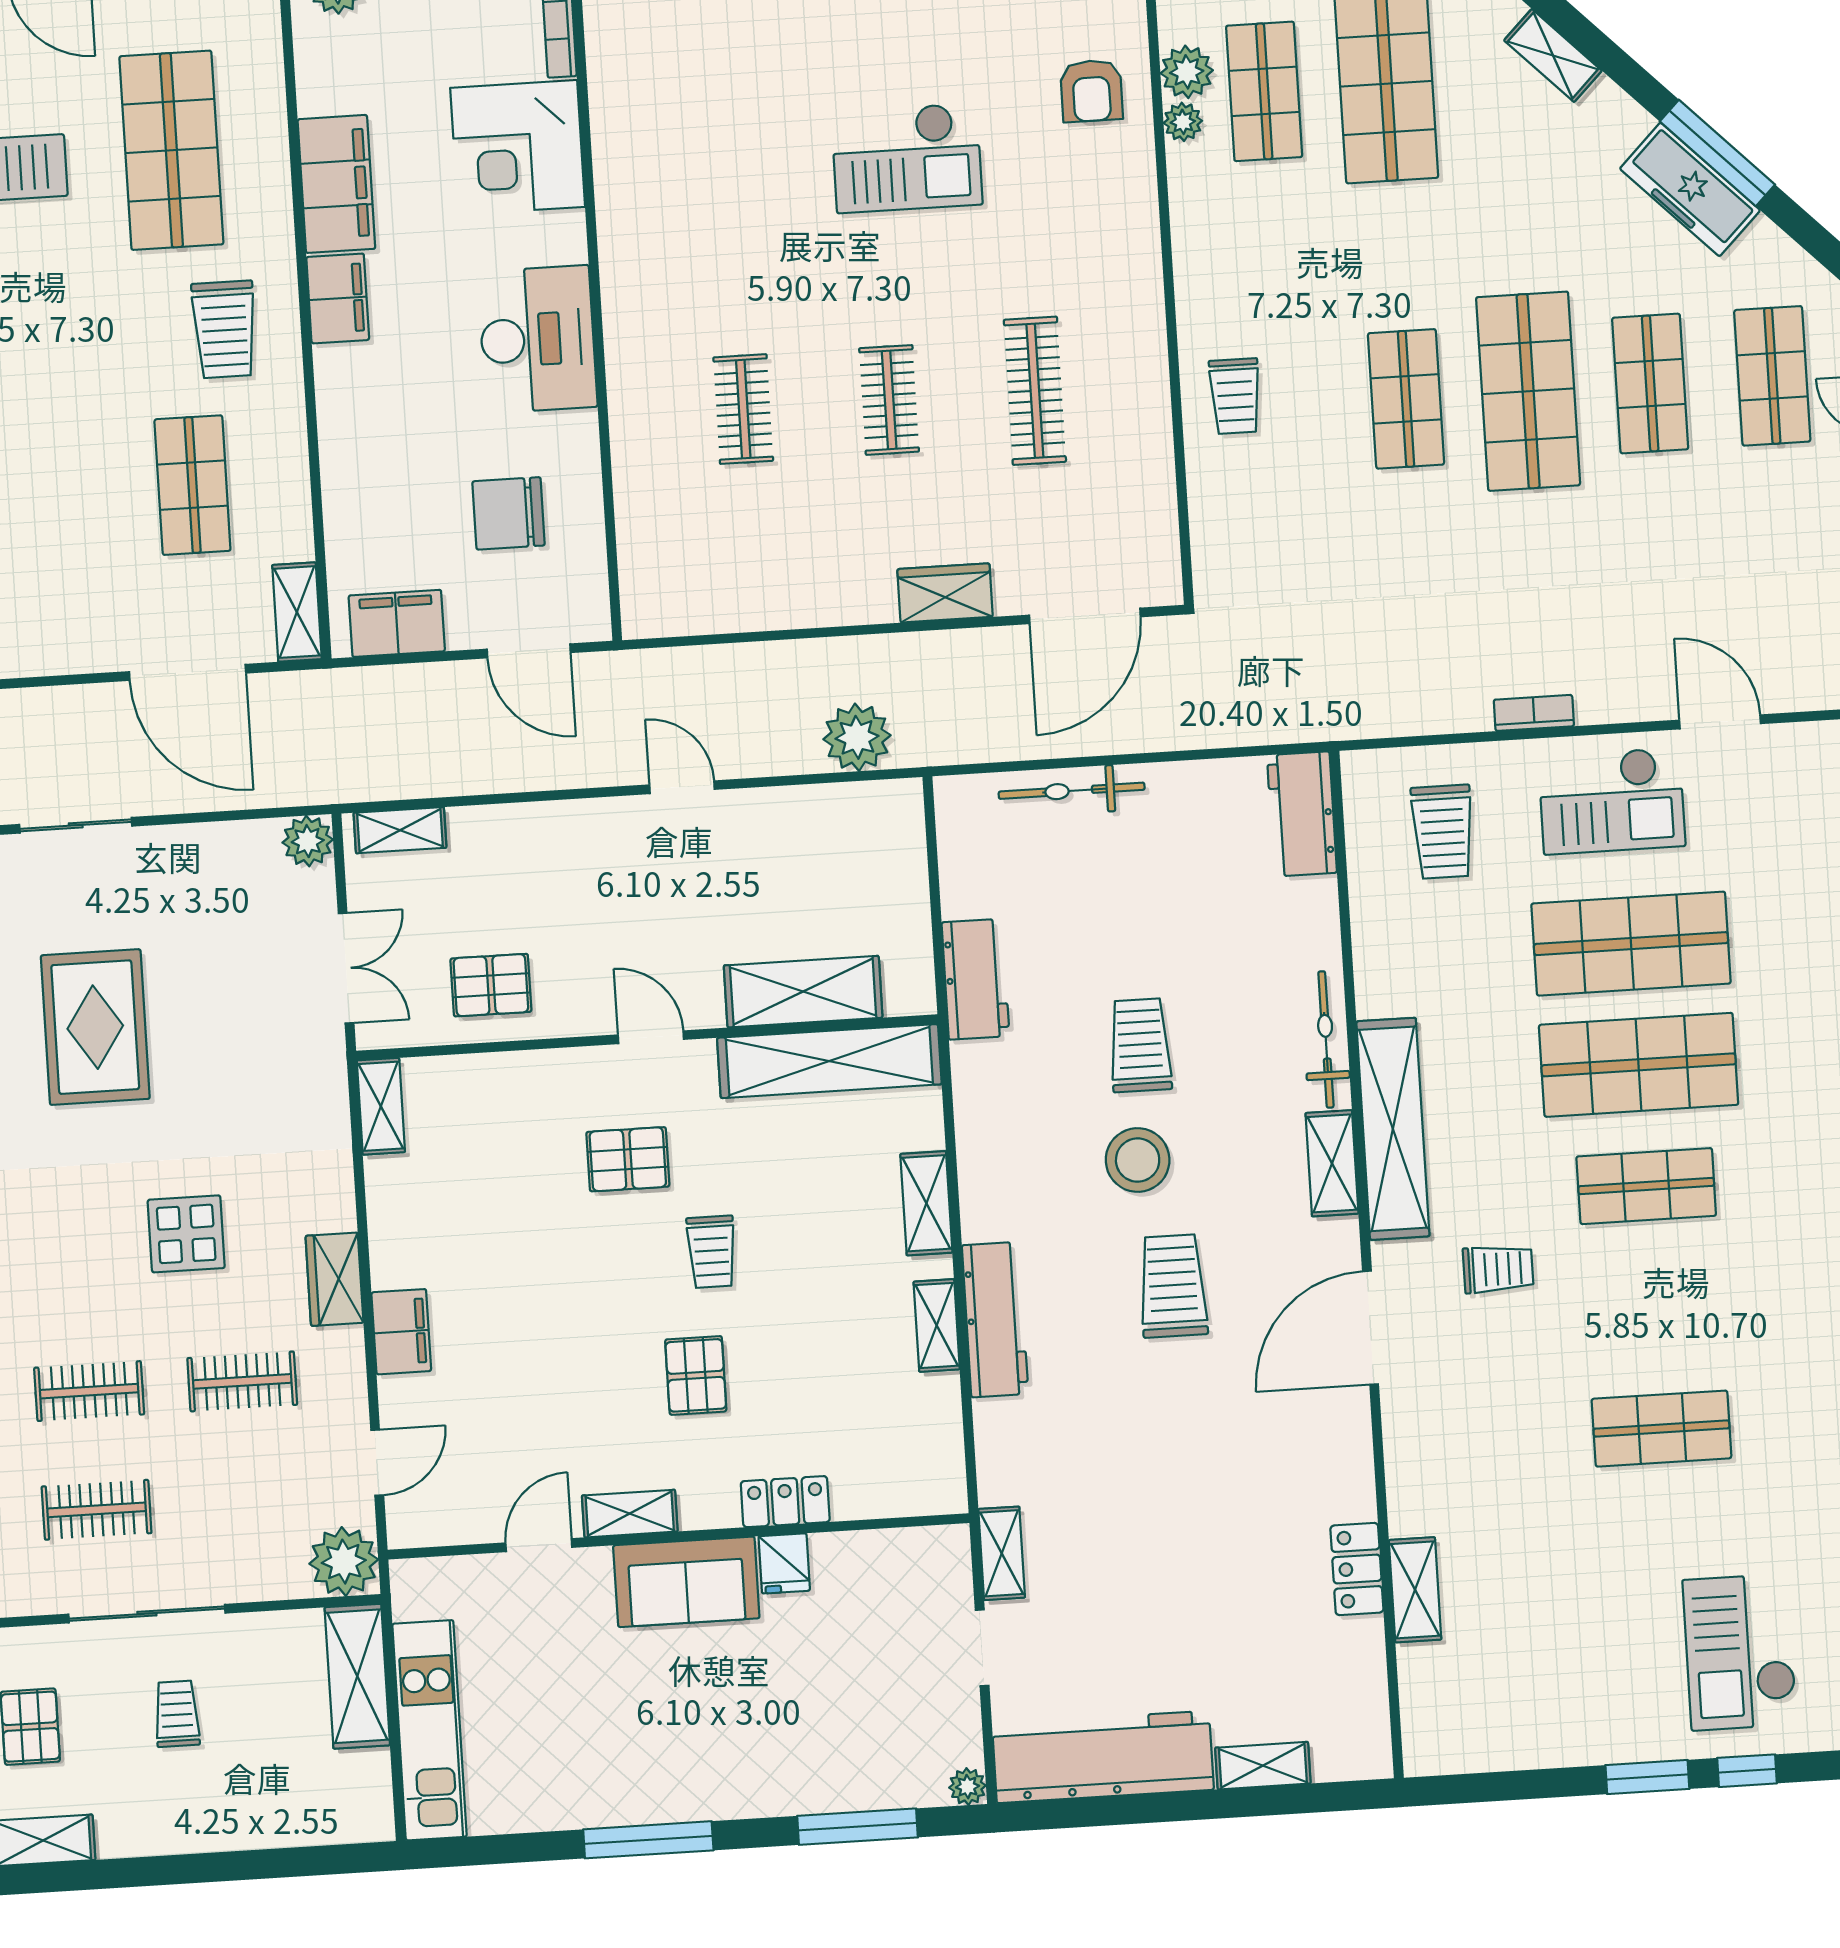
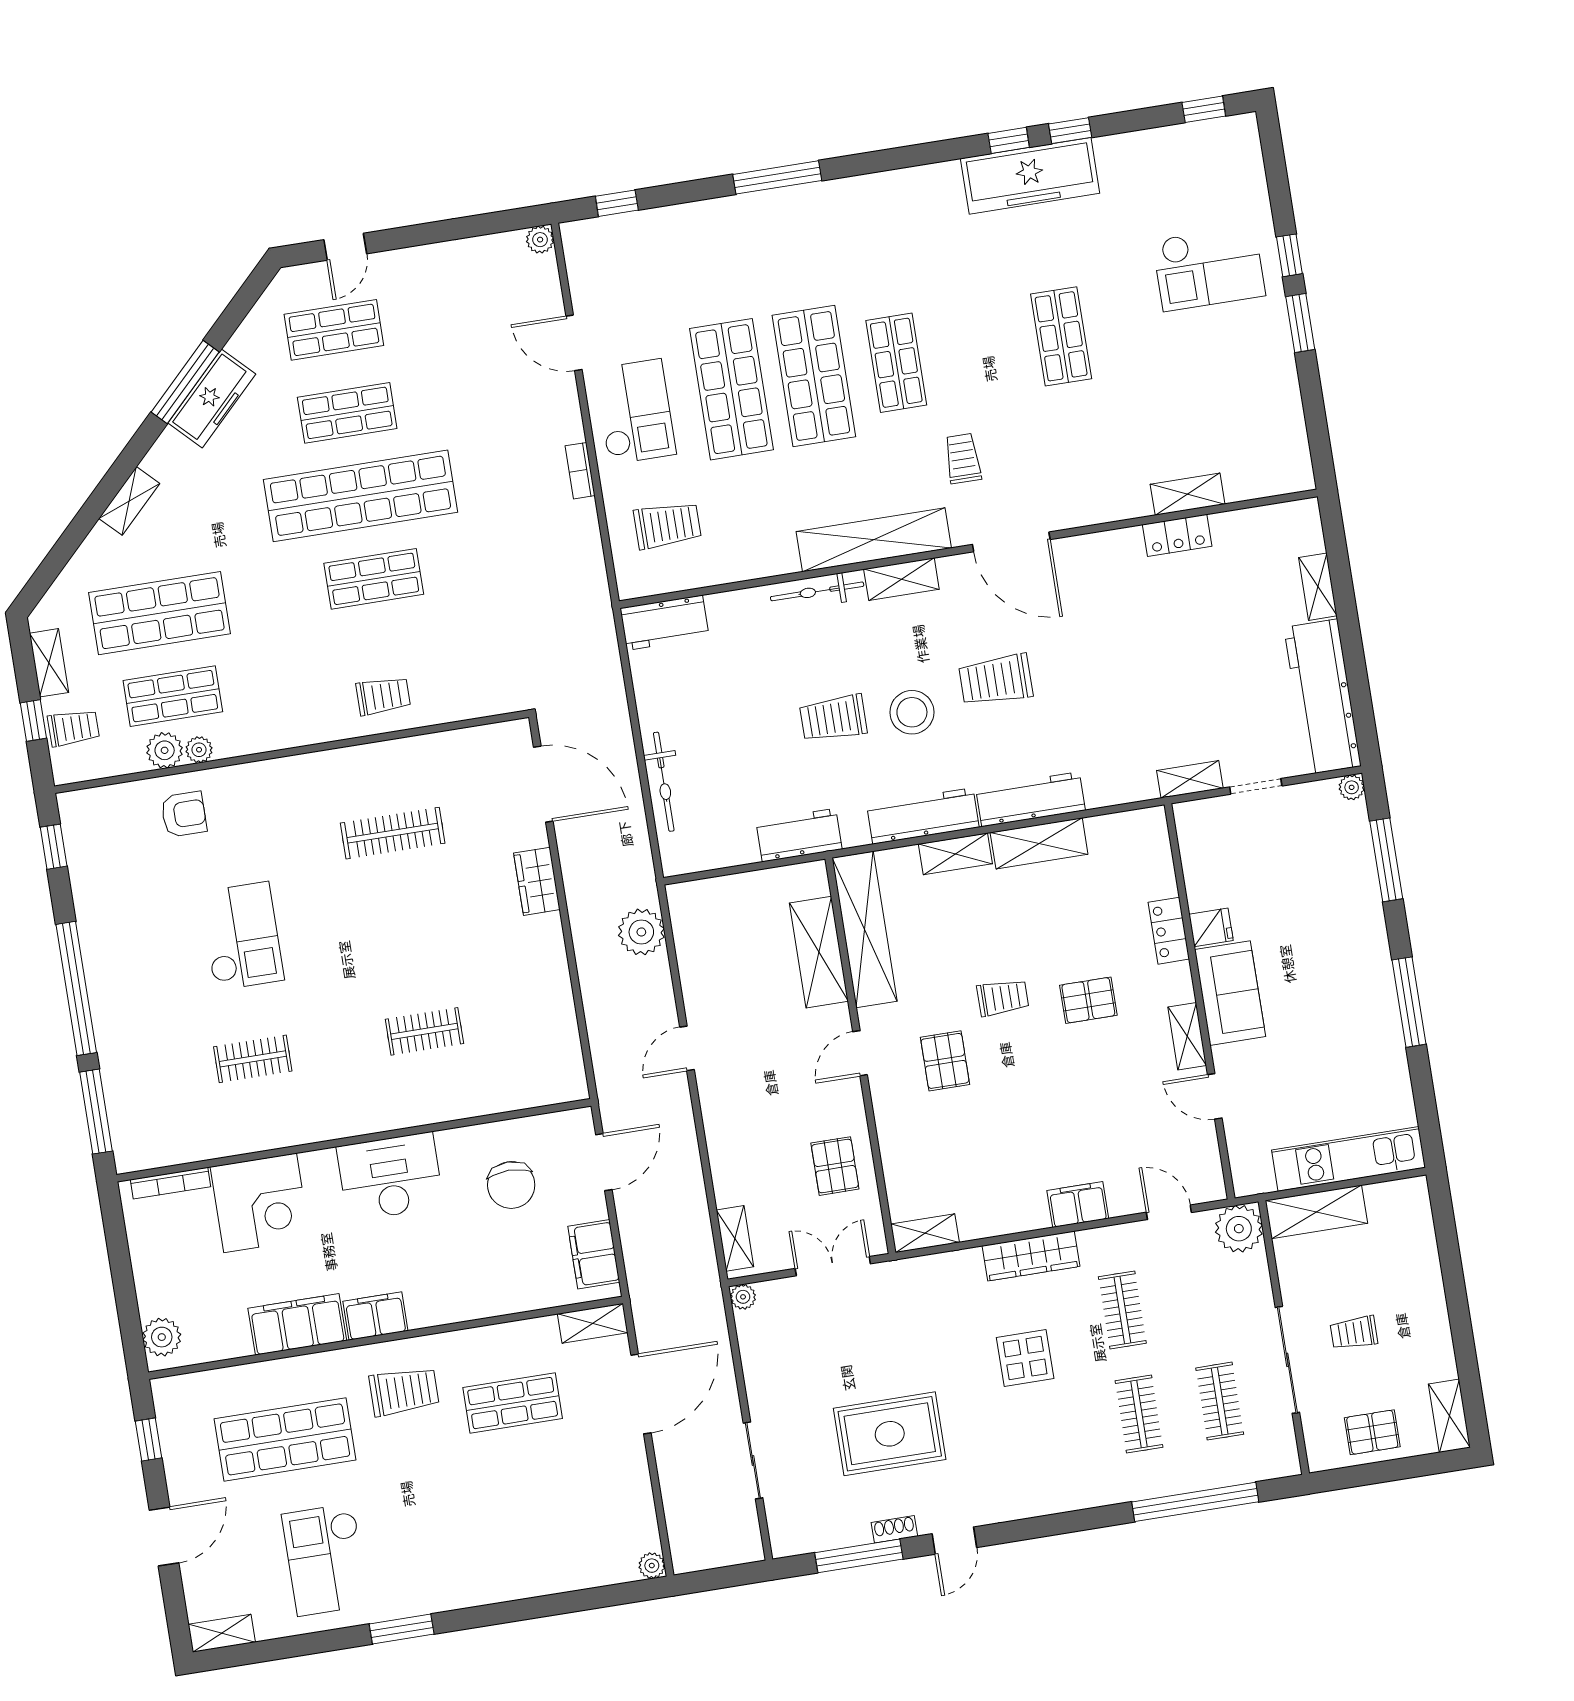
shop shelf: (1528, 391) -> (360, 496), width x1.40
clothes rail: (889, 400) -> (253, 1059), moved
door: (1720, 722) -> (574, 343), hinge flipped
plant: (308, 841) -> (743, 1297), width x0.73, depth x0.73
workbench: (986, 1161) -> (923, 816), added
wardrobe: (334, 1279) -> (1031, 1256), width x1.50
shelving: (937, 1325) -> (1039, 843), width x1.50, depth x1.33

